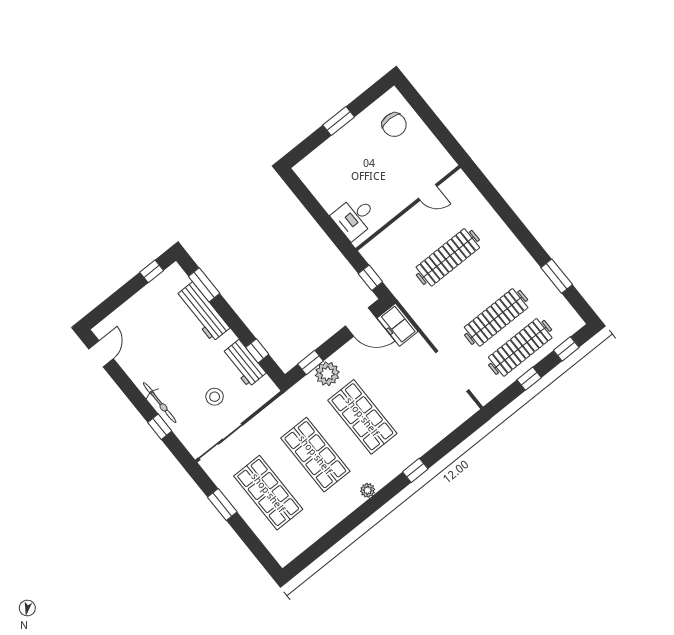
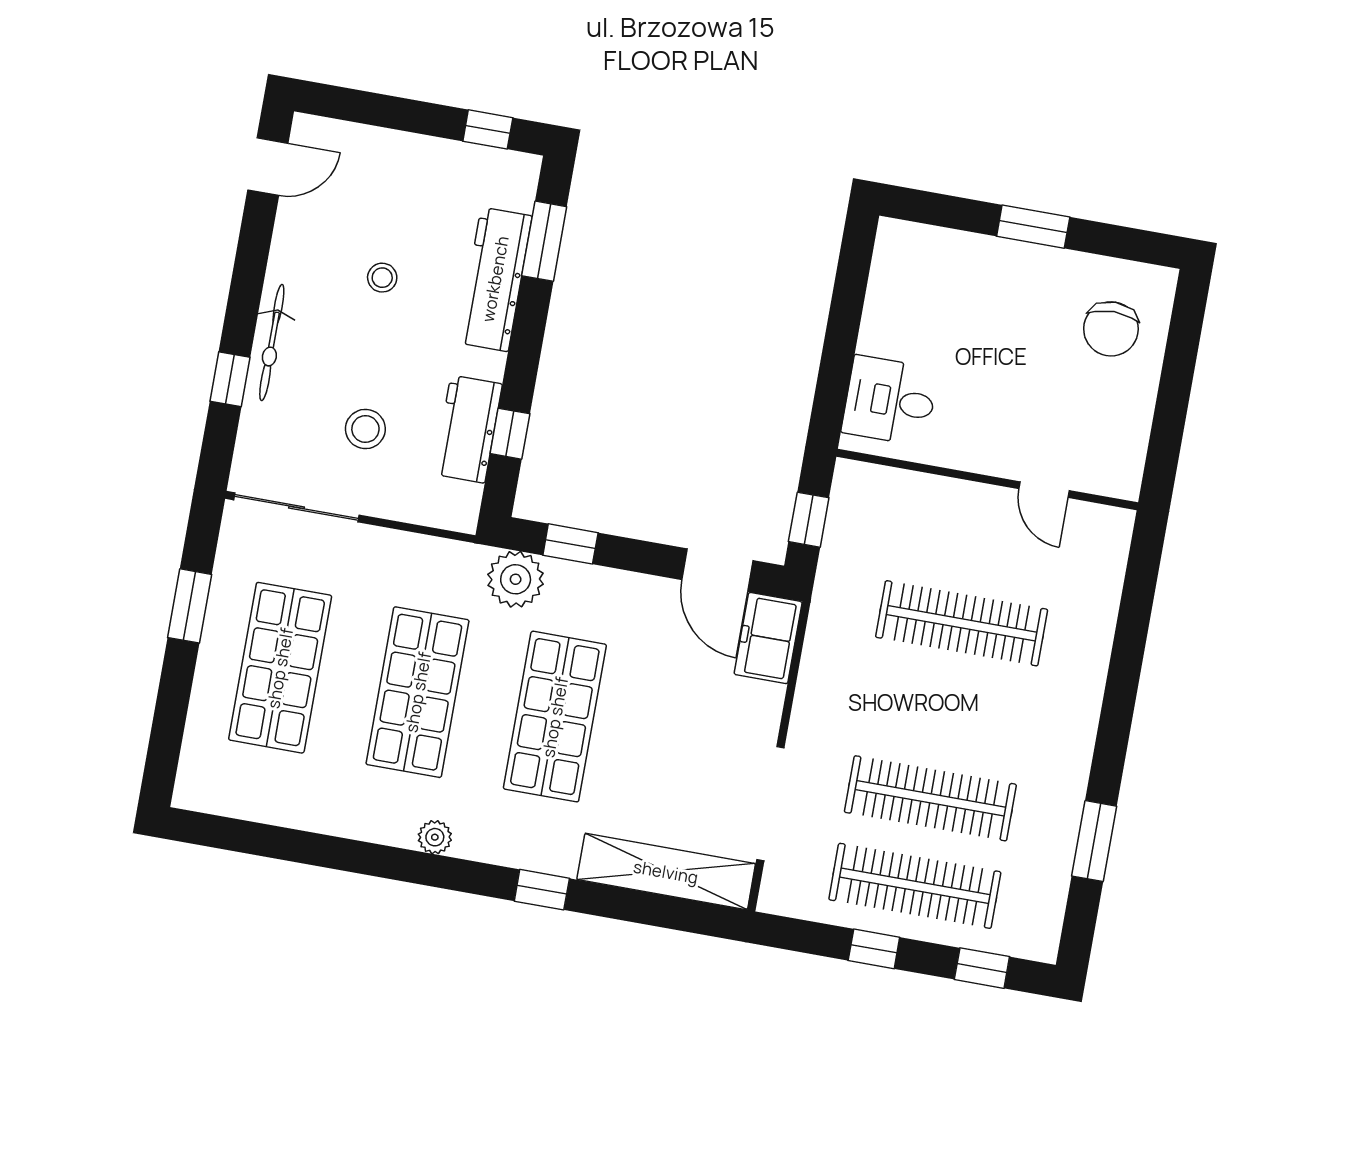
stool: (170, 348) -> (382, 278), added
plant: (327, 374) -> (516, 579), moved
shelving: (445, 425) -> (666, 872), added

